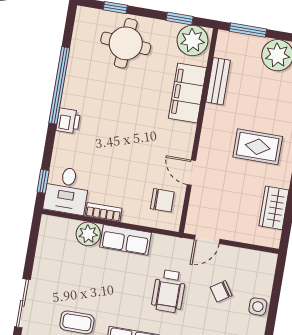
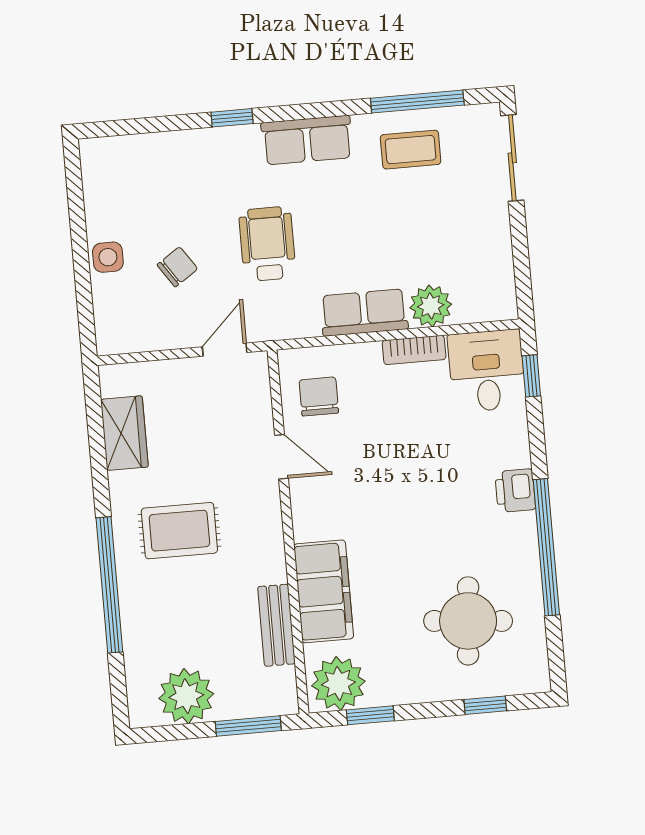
round table: (126, 43) -> (468, 621), moved
chair: (162, 200) -> (319, 396), turned 90

